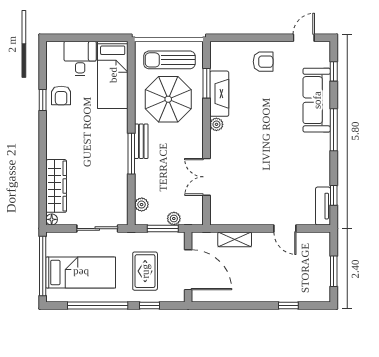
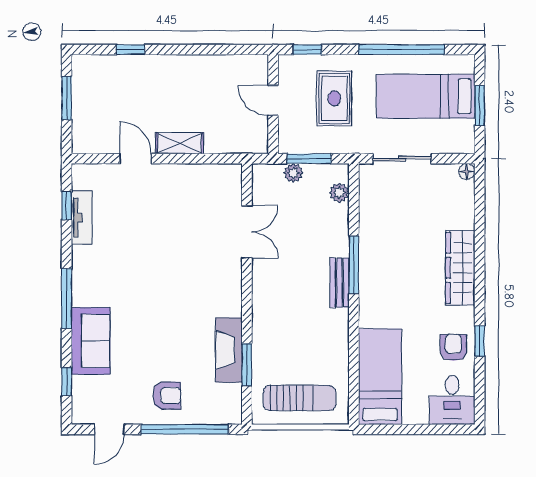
window: (250, 38) -> (185, 429), added
desk: (80, 58) -> (452, 400), moved
armchair: (263, 62) -> (167, 396), turned 180
parasol: (168, 99) -> (301, 342), removed
sofa: (317, 100) -> (91, 341), width x0.73
plant: (216, 124) -> (233, 306), removed
wardrobe: (56, 186) -> (460, 268), moved
tv unit: (323, 206) -> (82, 218), moved
shelving: (235, 239) -> (180, 143), moved
window: (43, 266) -> (480, 106), width x0.47
door: (188, 270) -> (273, 100), width x0.53
window: (149, 305) -> (307, 50), moved

